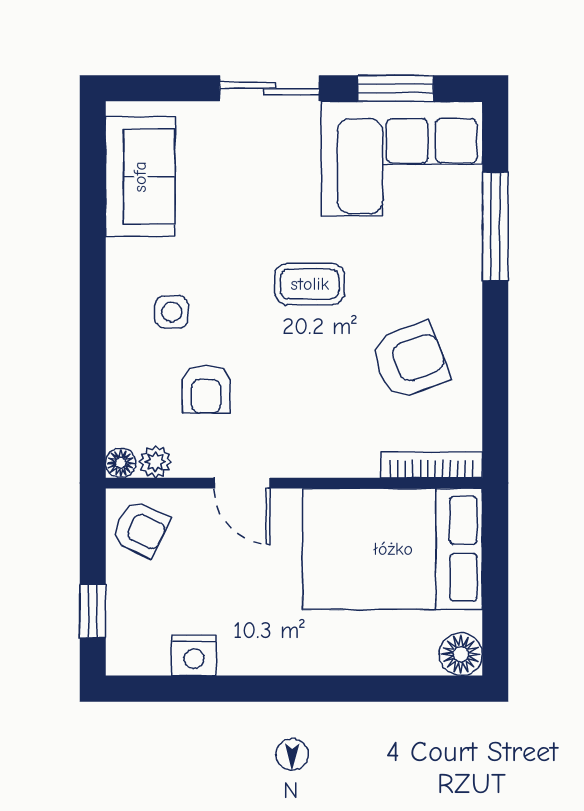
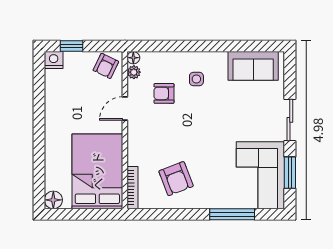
coffee table: (310, 284) -> (208, 137), removed
nightstand: (194, 655) -> (54, 60), moved, turned 90

